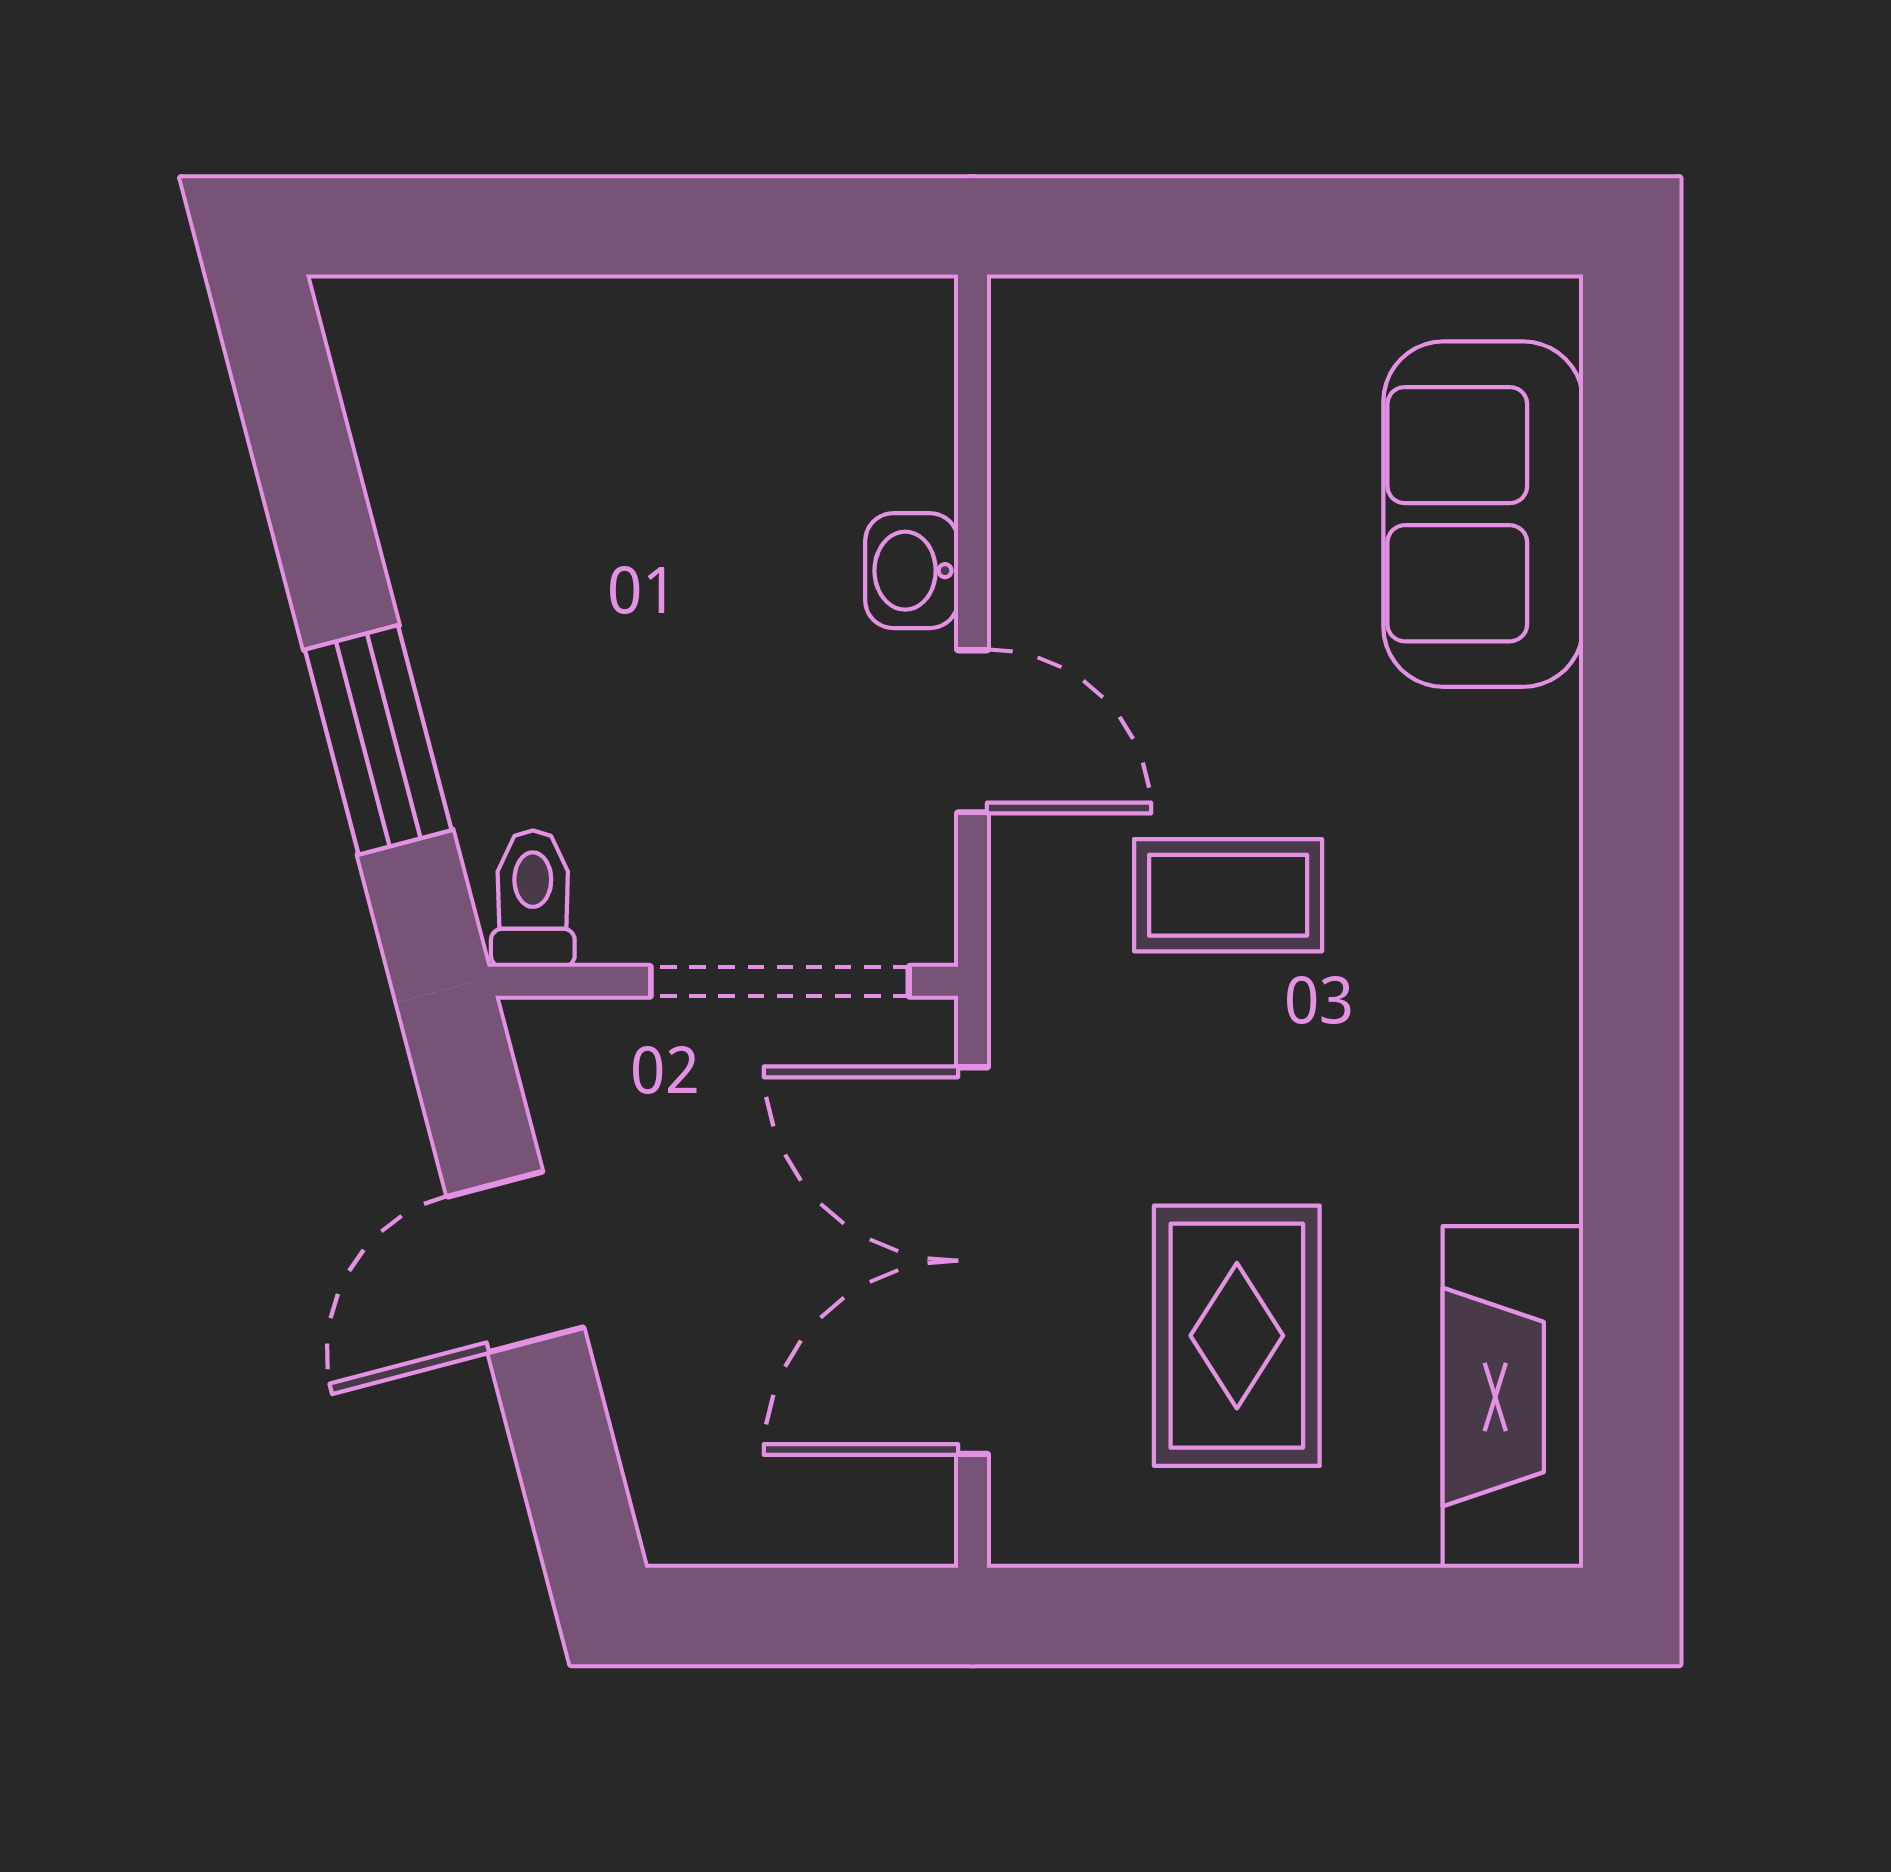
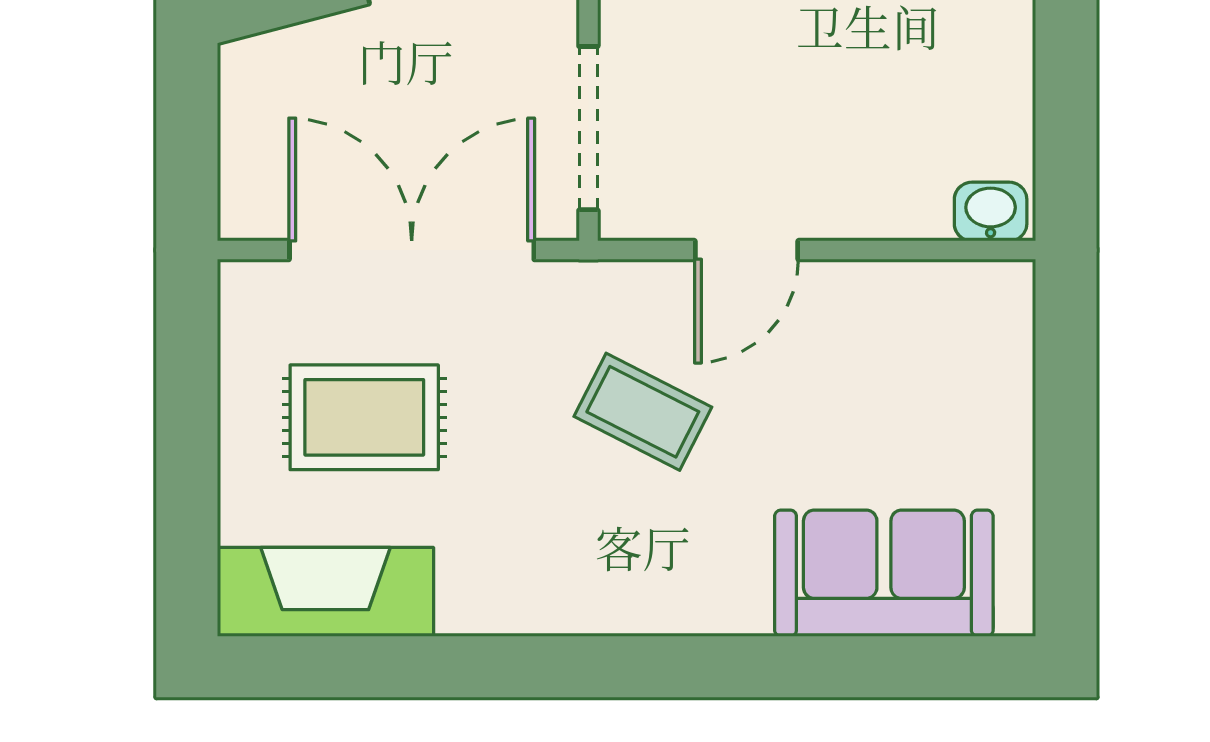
washbasin: (912, 571) -> (991, 212), moved
coffee table: (1228, 895) -> (643, 412), turned -63

